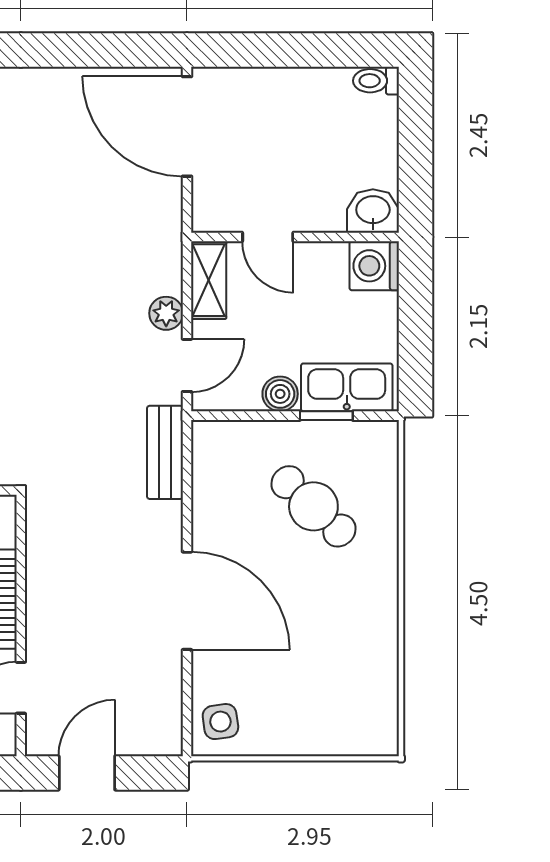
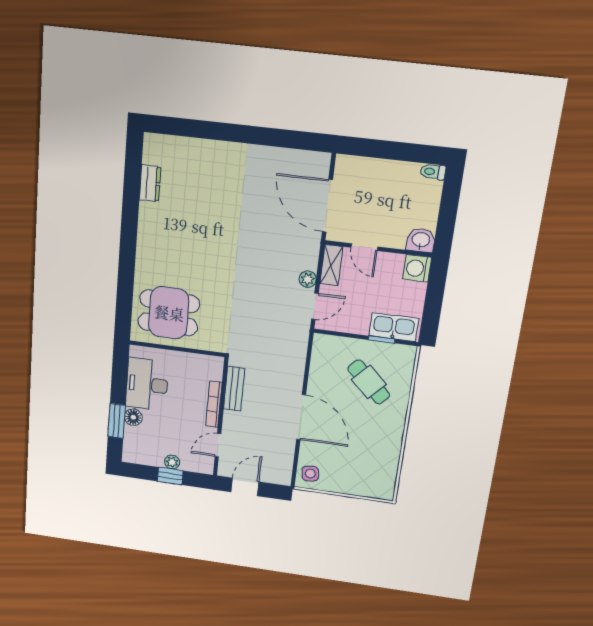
door: (187, 126) -> (327, 206), moved
boiler: (280, 394) -> (360, 326), removed
bench: (165, 452) -> (234, 389), moved

